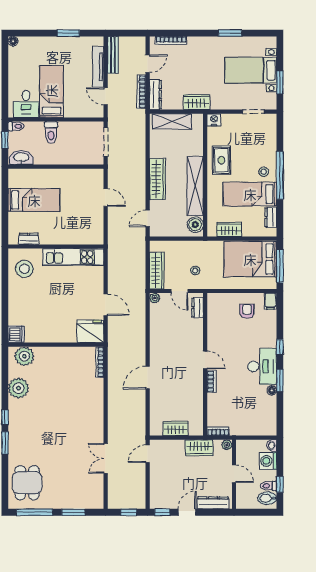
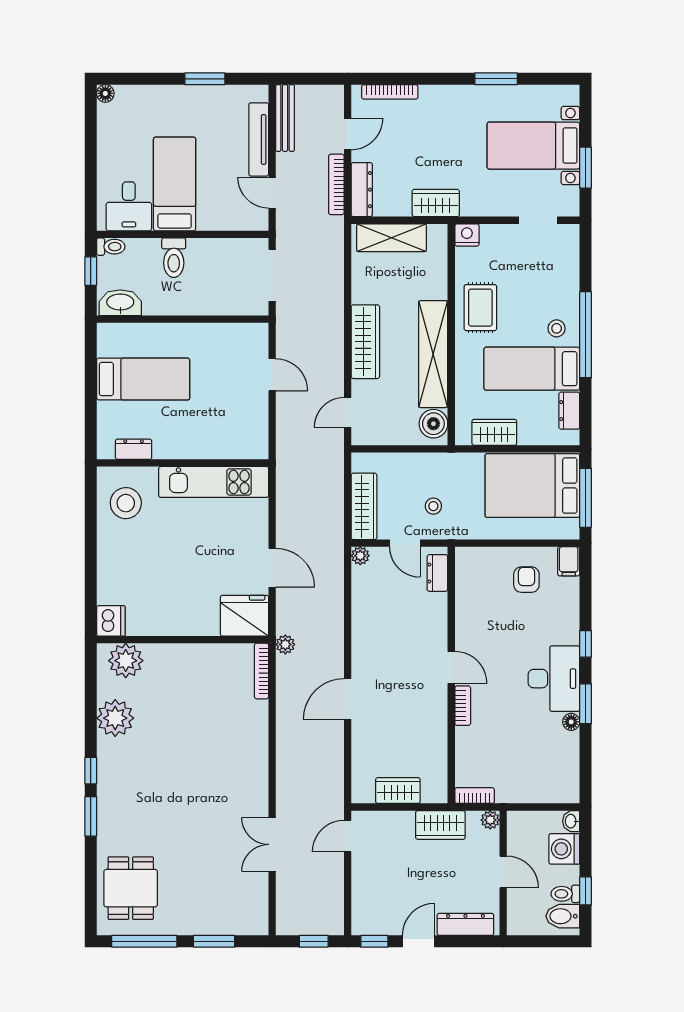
plant: (113, 347) -> (285, 644), added

